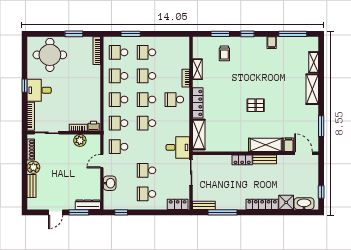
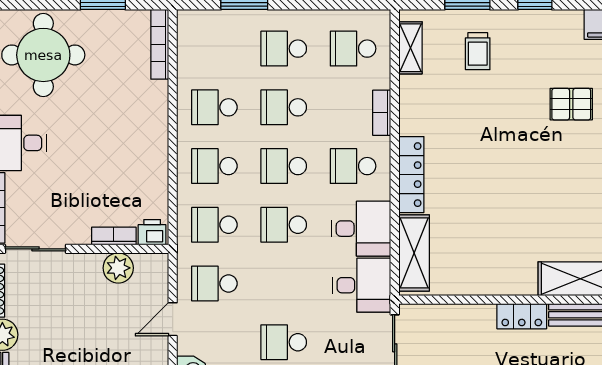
school desk: (119, 52) -> (353, 49), moved
shelving: (197, 69) -> (410, 48), moved
pallet: (256, 105) -> (571, 104), moved
desk: (178, 125) -> (361, 229), added

